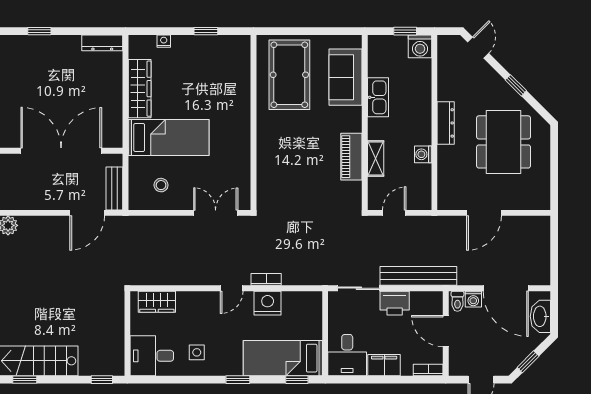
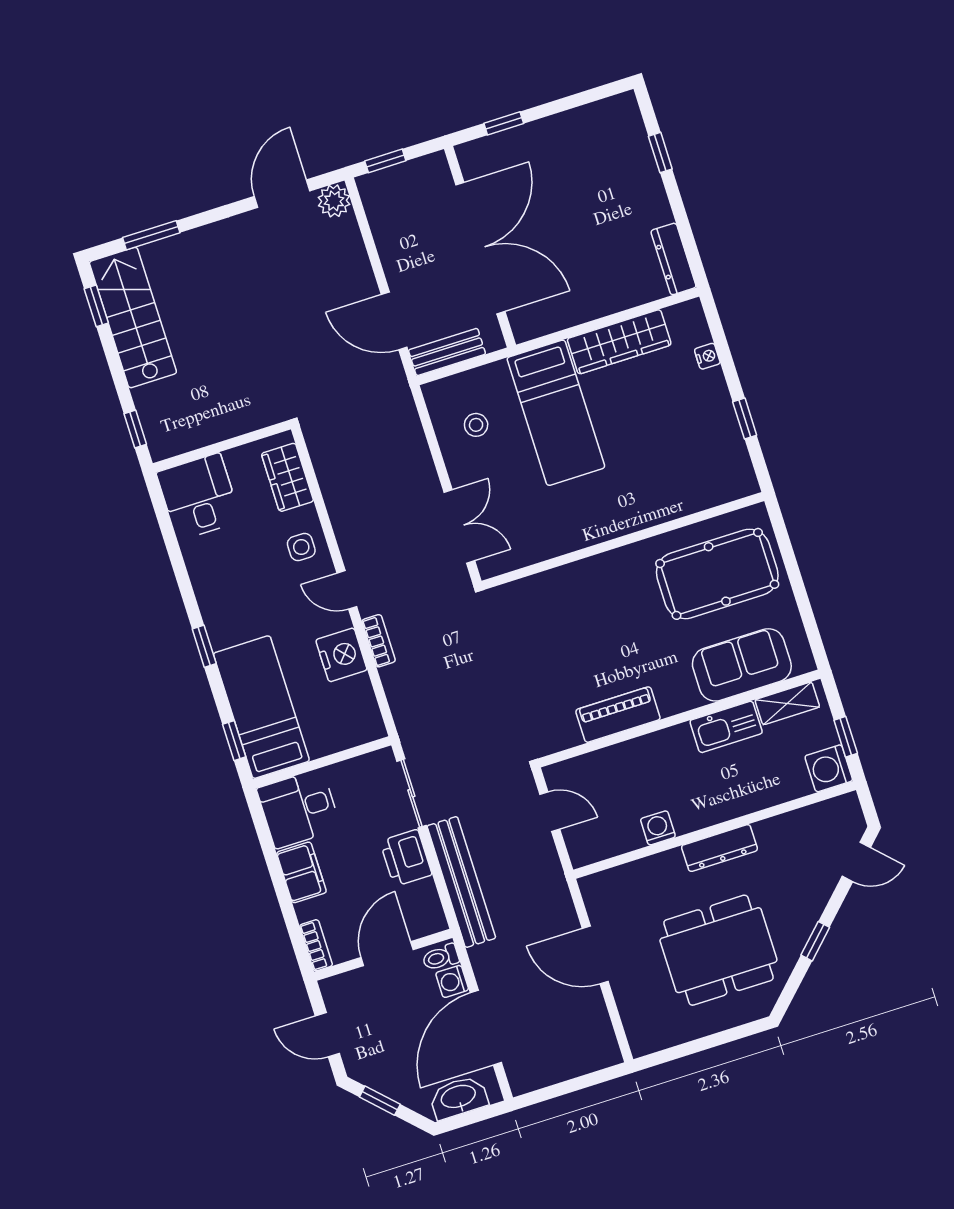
shelving: (376, 159) -> (787, 703), moved
side table: (197, 352) -> (301, 547), moved

